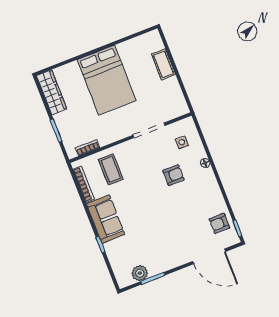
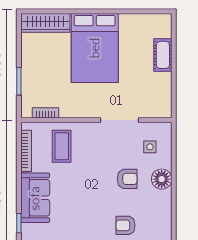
wardrobe: (52, 92) -> (45, 23), moved, turned 90
floor lamp: (205, 163) -> (162, 179), width x1.89, depth x1.89
armchair: (187, 213) -> (126, 225), added

